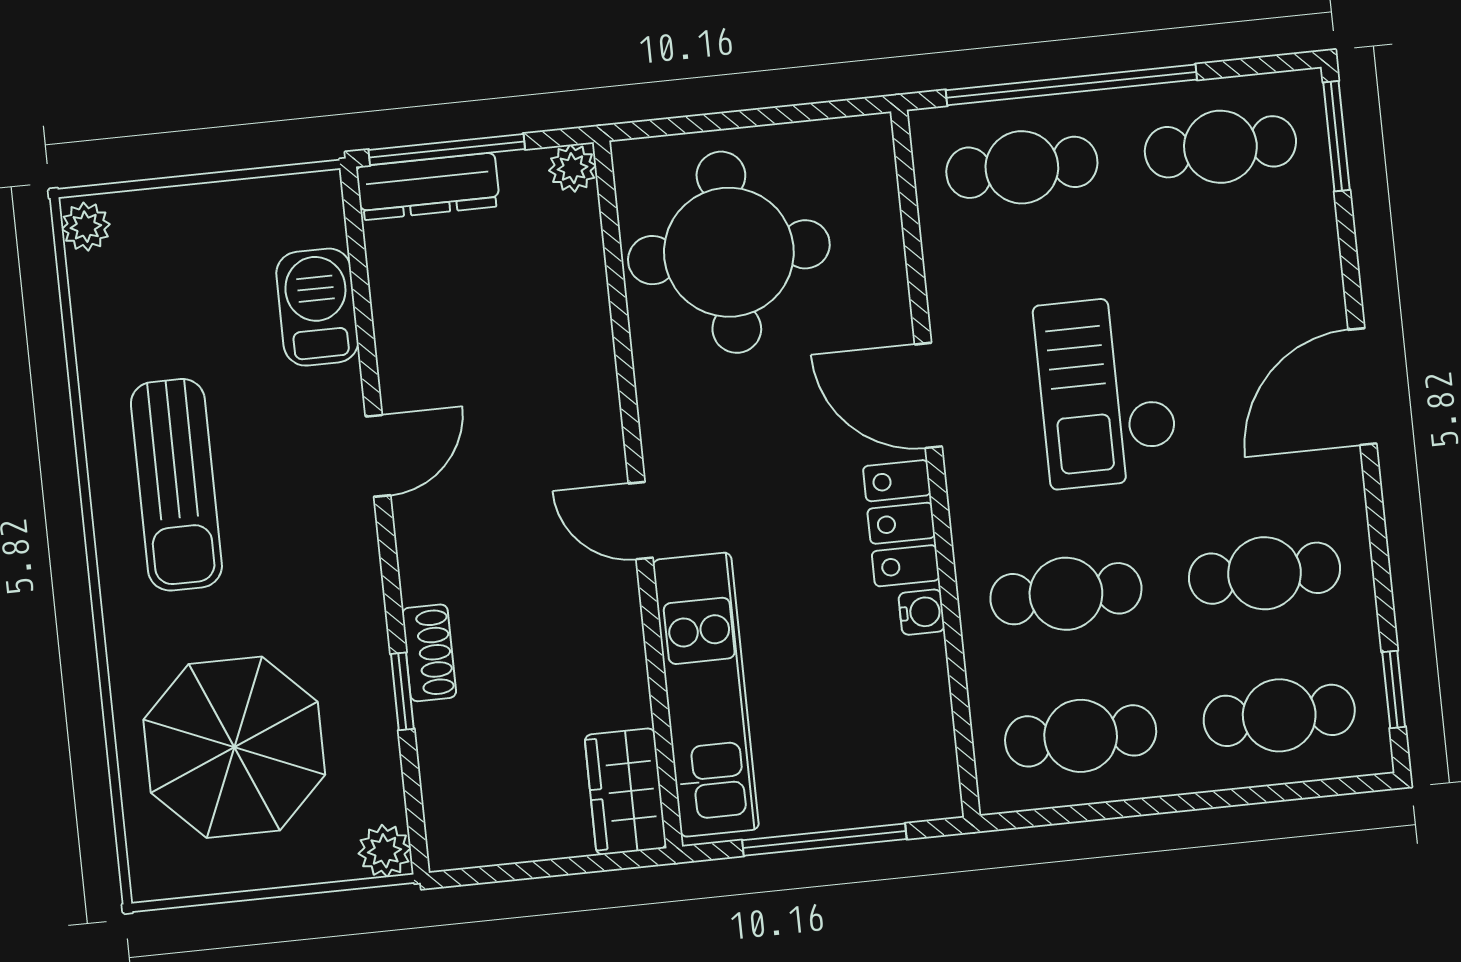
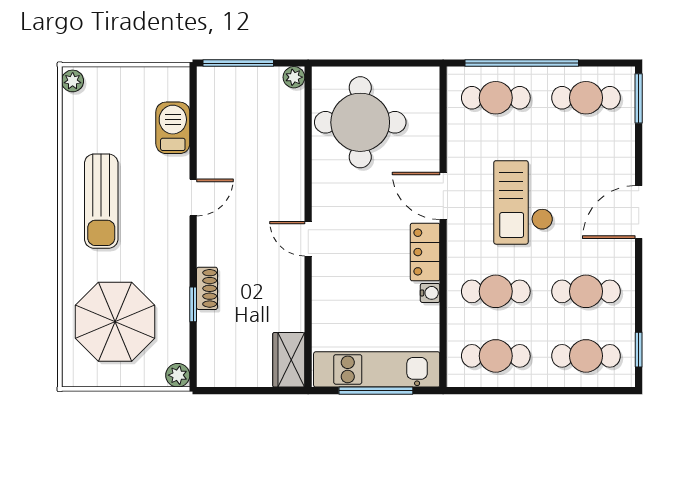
dresser: (428, 186) -> (228, 79), removed
kitchen unit: (706, 695) -> (377, 369), moved, turned -90

